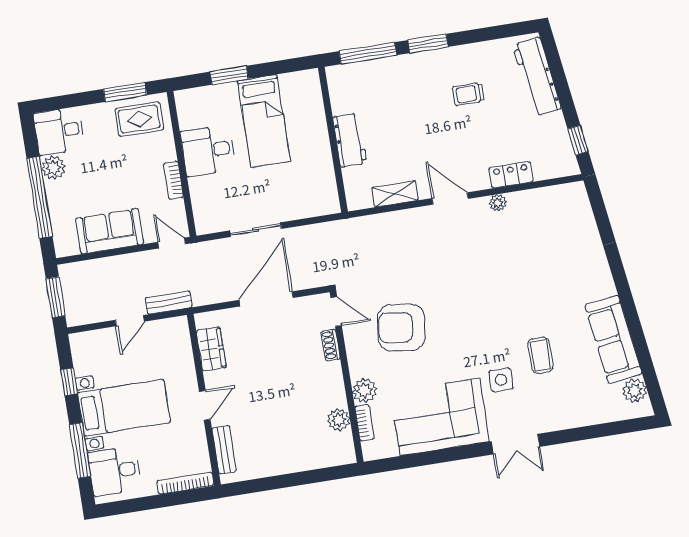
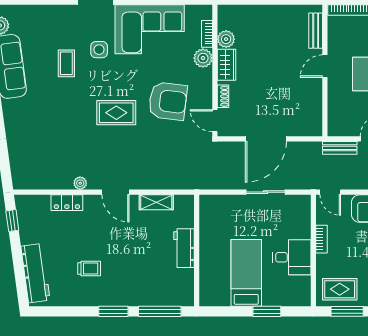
rug: (466, 302) -> (116, 113), added
wardrobe: (211, 349) -> (226, 65), moved, turned 180

